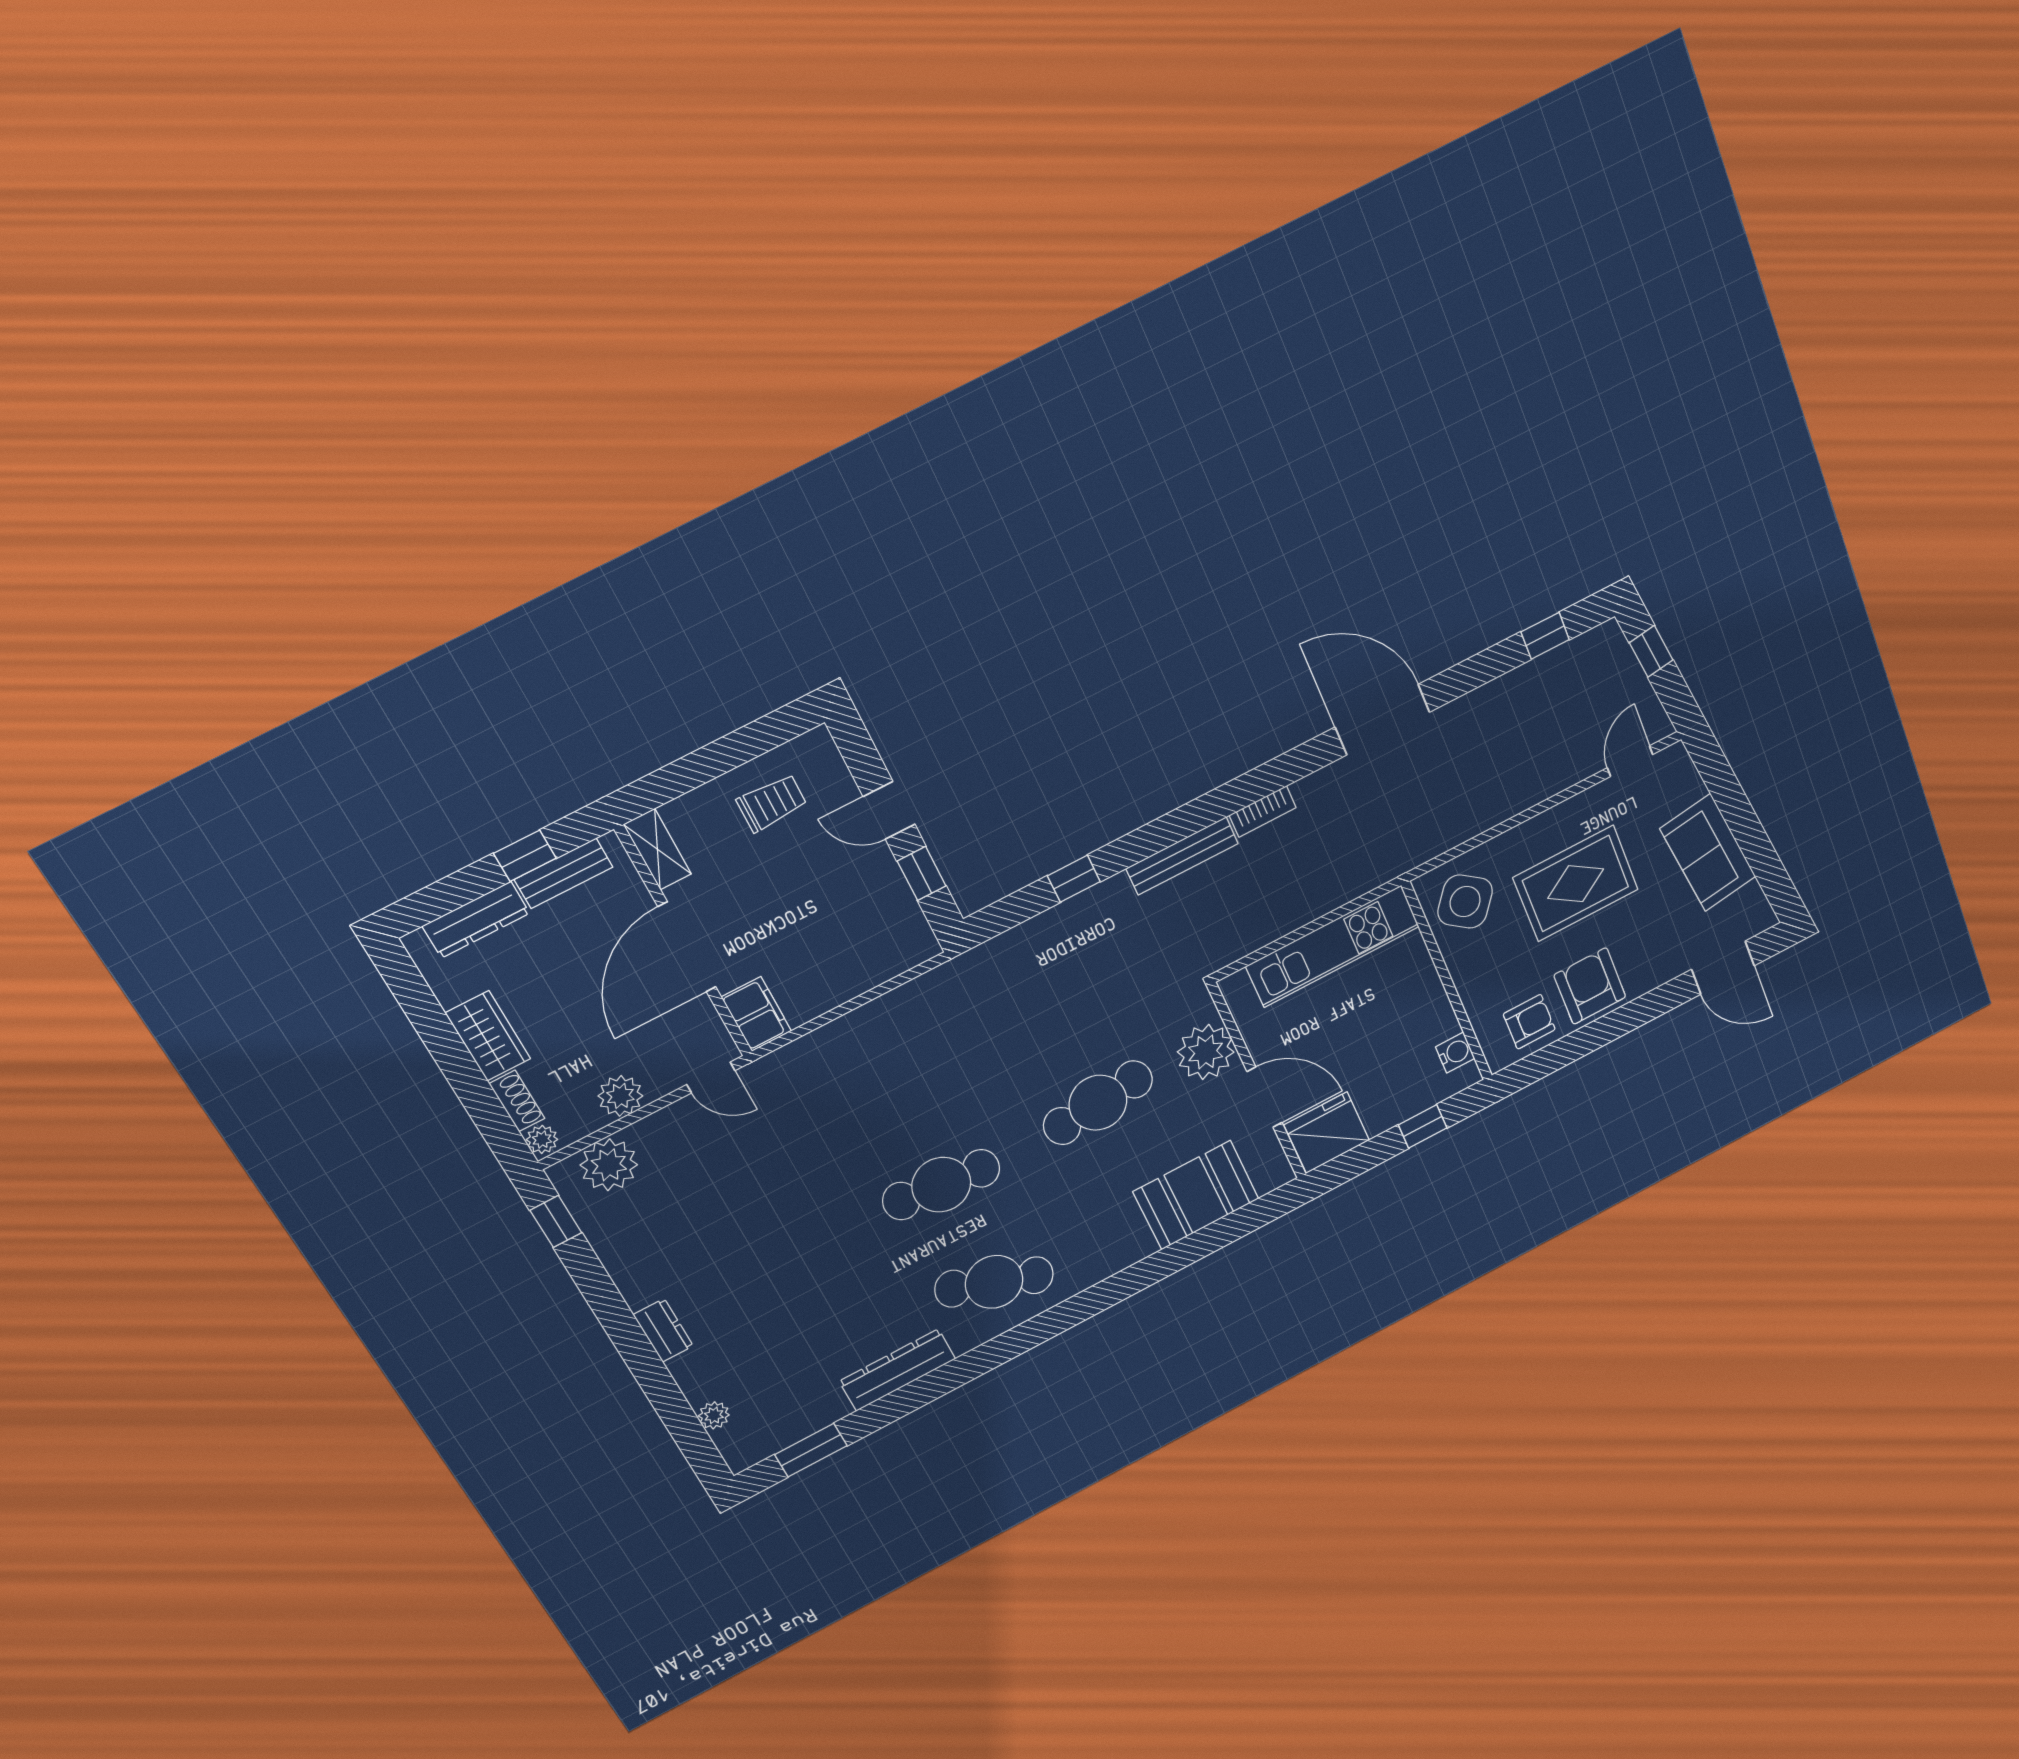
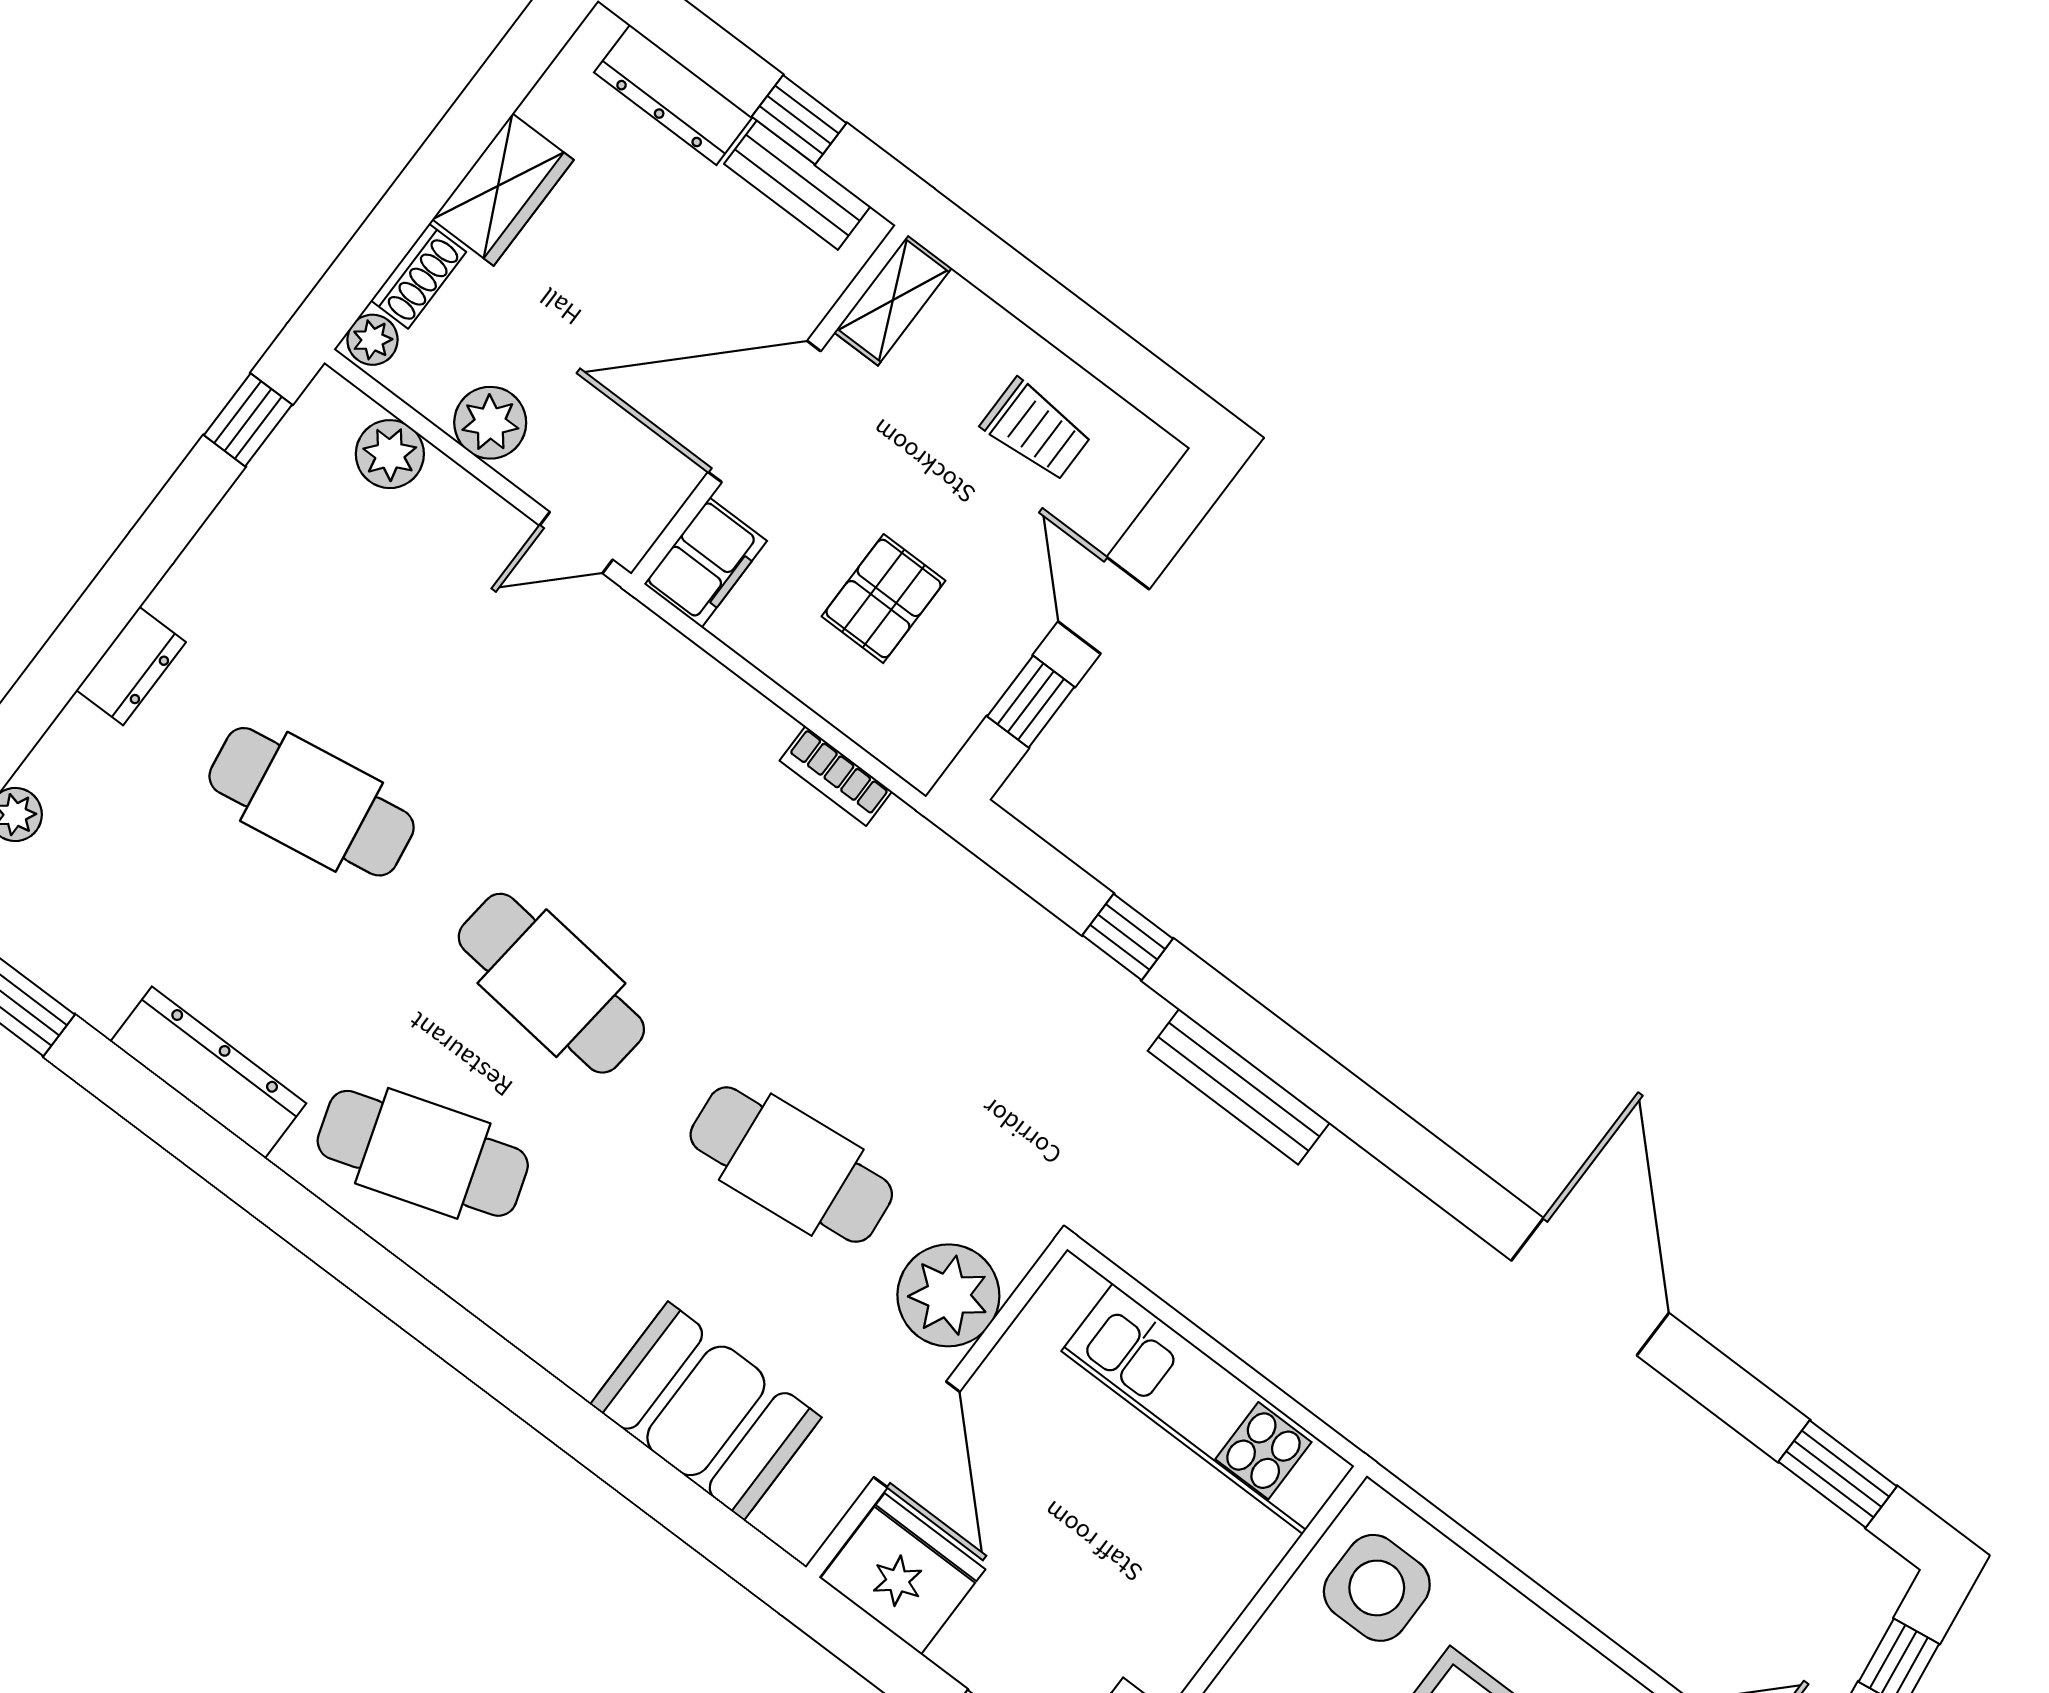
window: (1545, 636) -> (1838, 1474), width x1.50
bookcase: (1263, 811) -> (836, 776), moved
side table: (1465, 902) -> (1377, 1588), turned -37
pallet: (825, 928) -> (883, 599), added
door: (711, 1078) -> (576, 543), hinge flipped
plant: (609, 1165) -> (390, 454), width x0.73, depth x0.73
cafe table: (783, 1267) -> (312, 802), added
cafe table: (994, 1282) -> (423, 1153), turned -39

